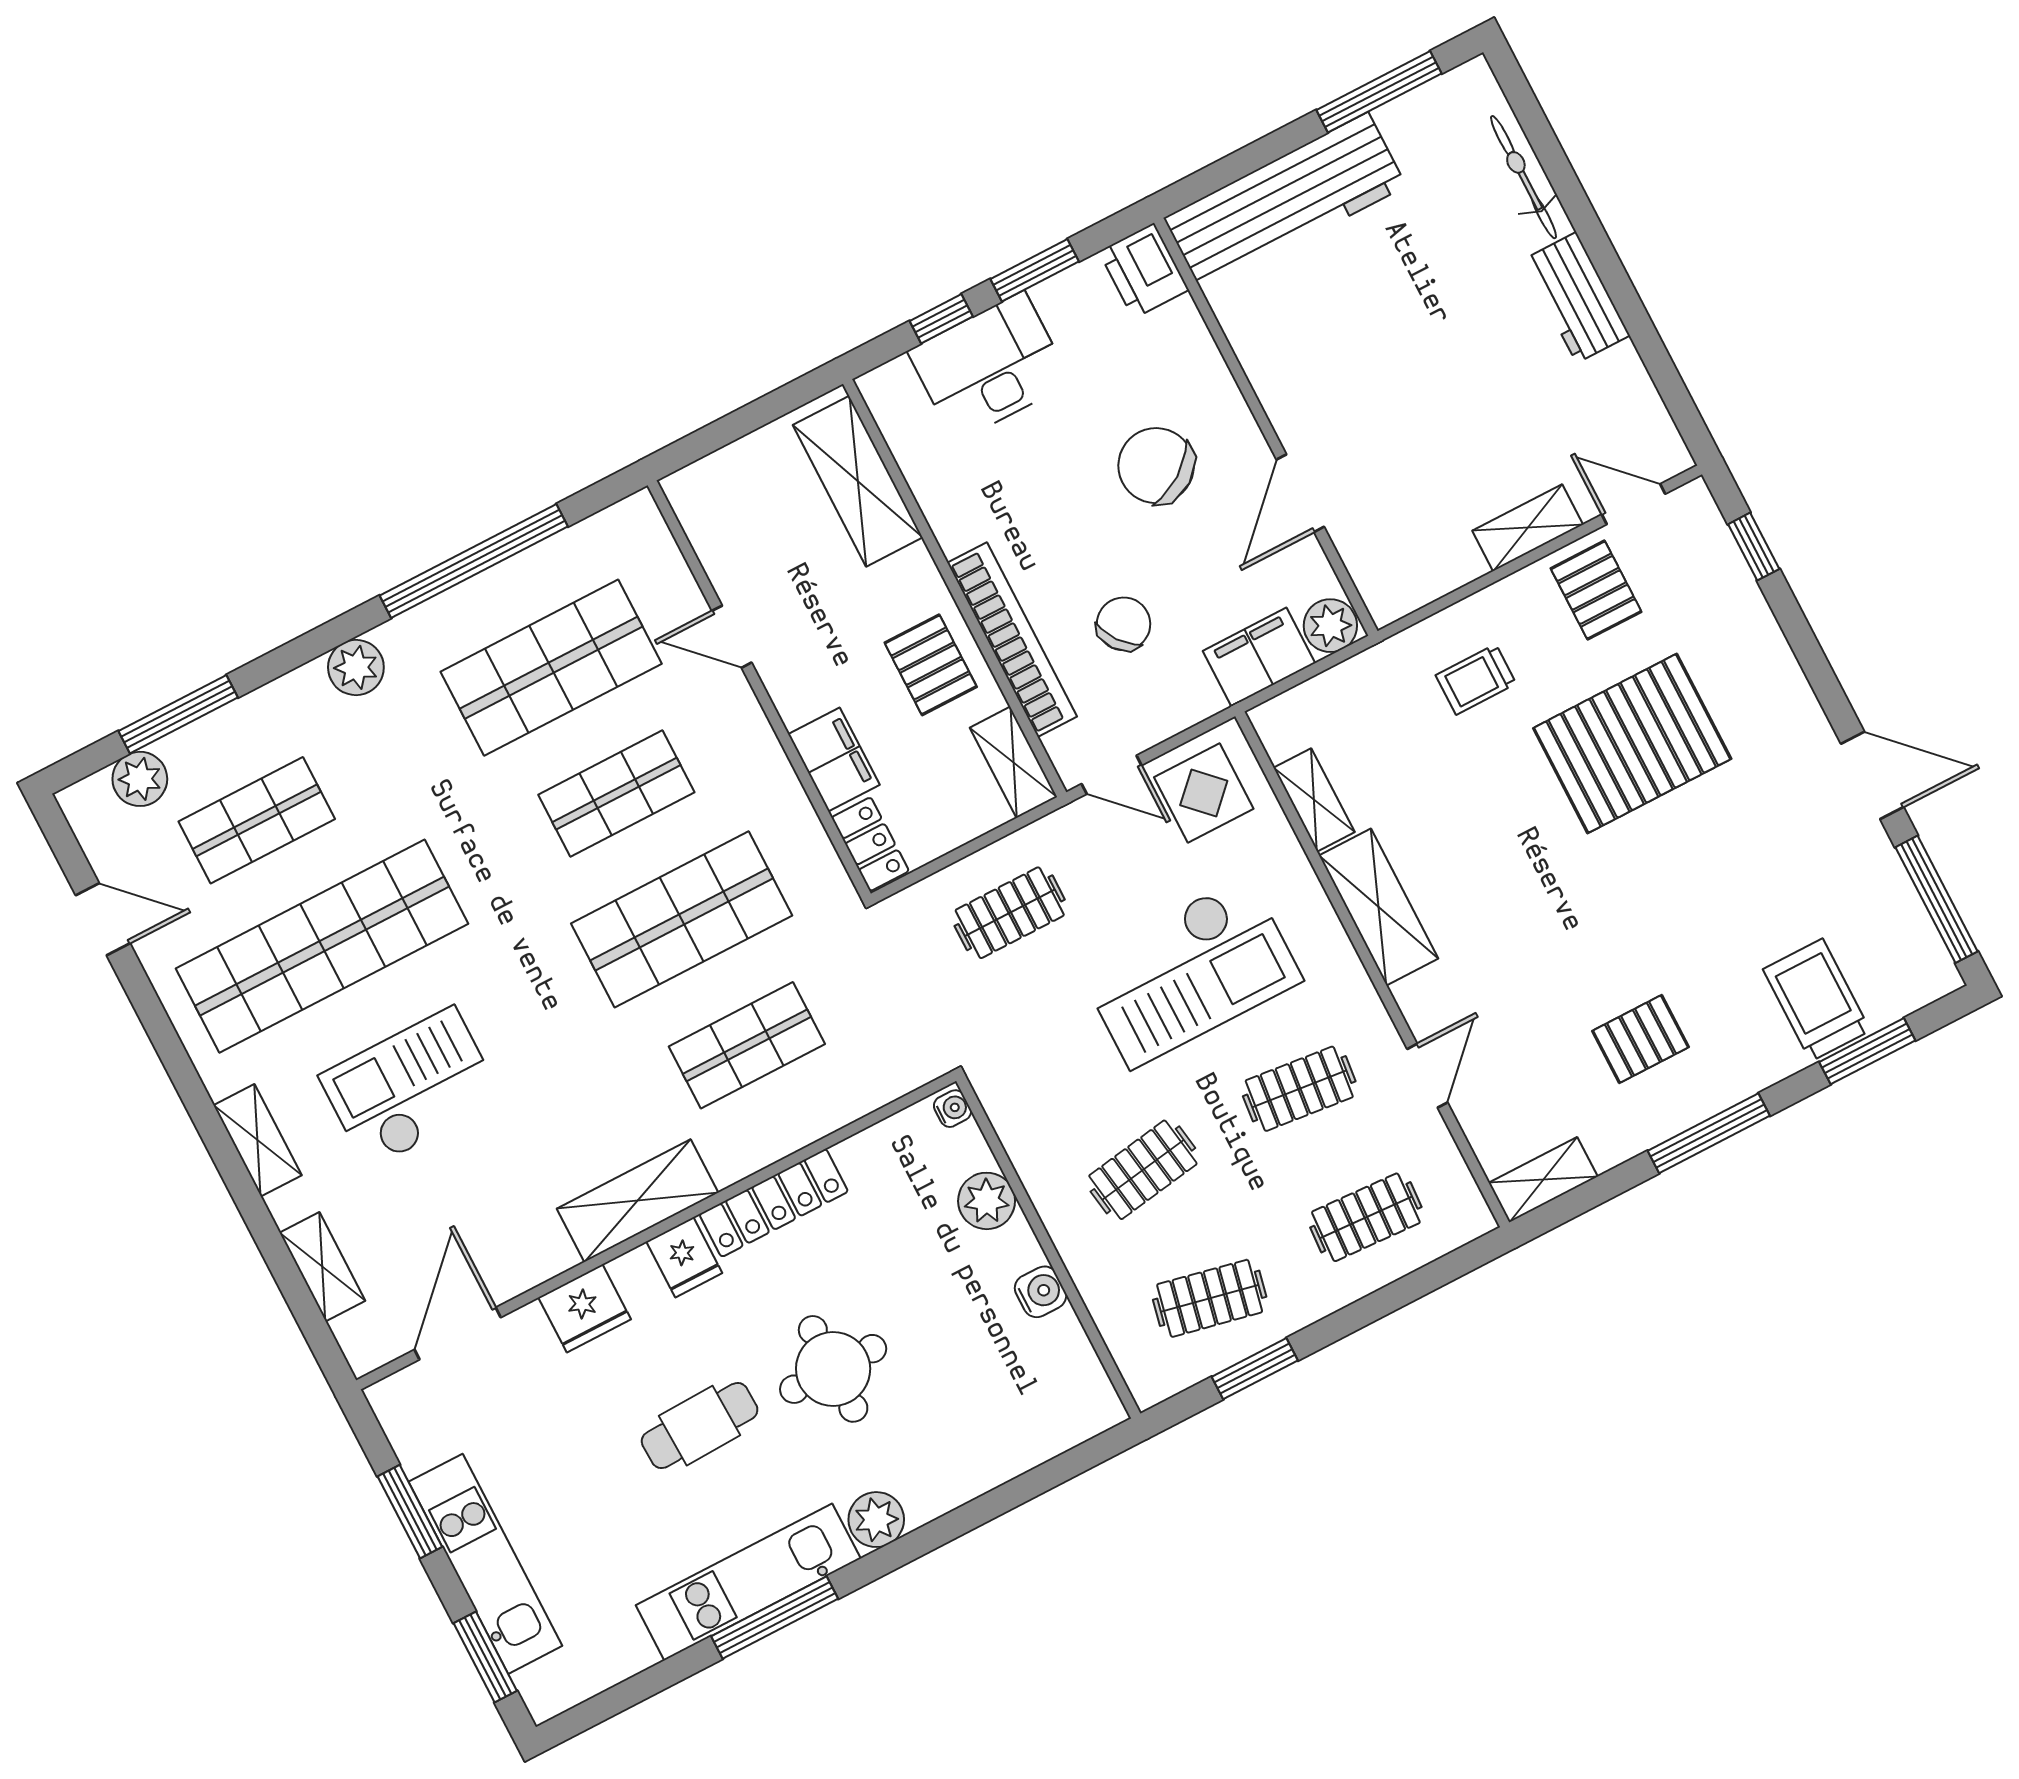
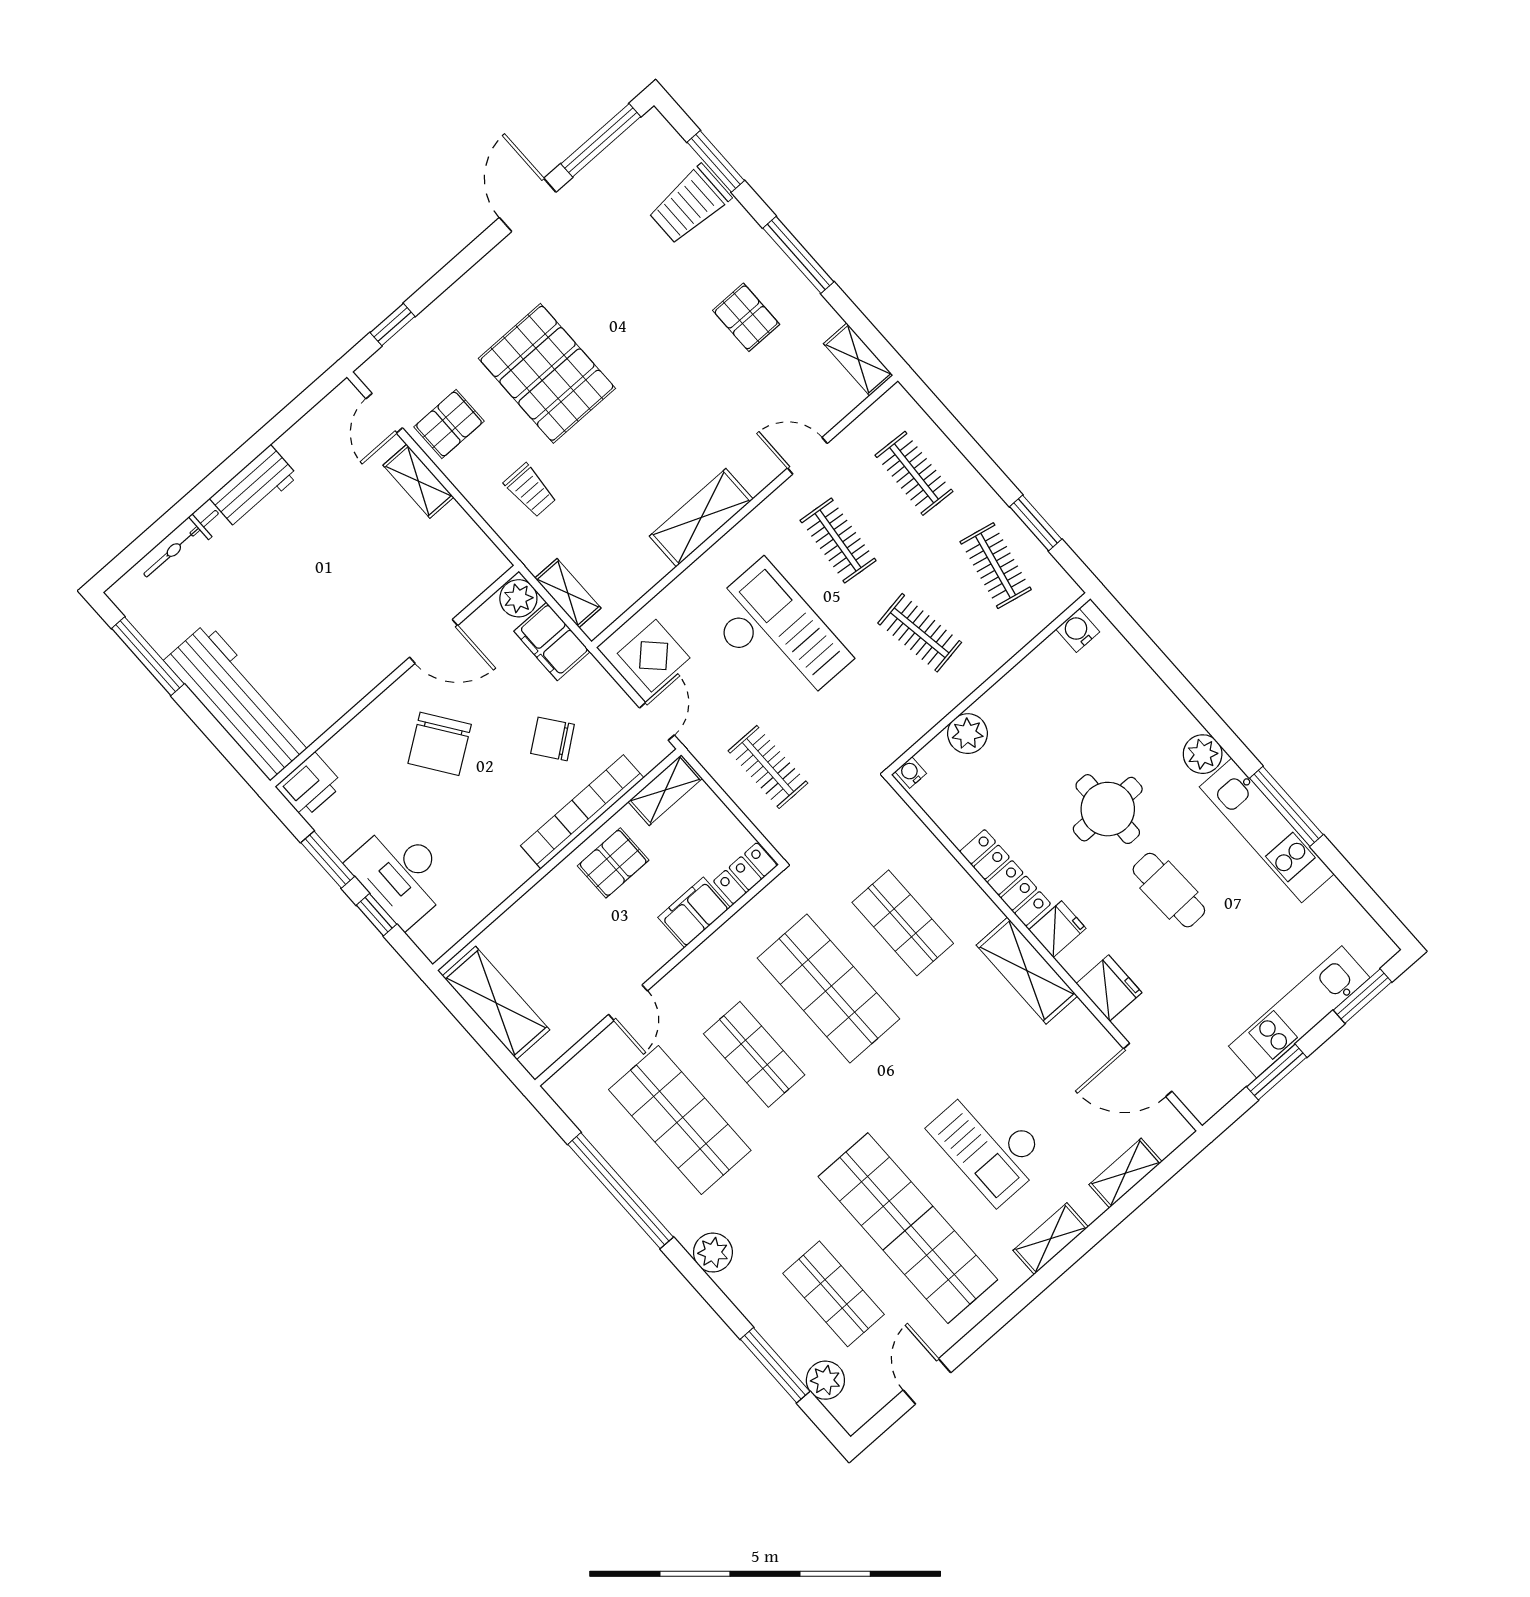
shelving: (858, 481) -> (496, 1003), moved, turned 90
shelving: (1314, 800) -> (568, 593), moved, turned 90
water cooler: (1040, 1292) -> (1078, 630), moved

